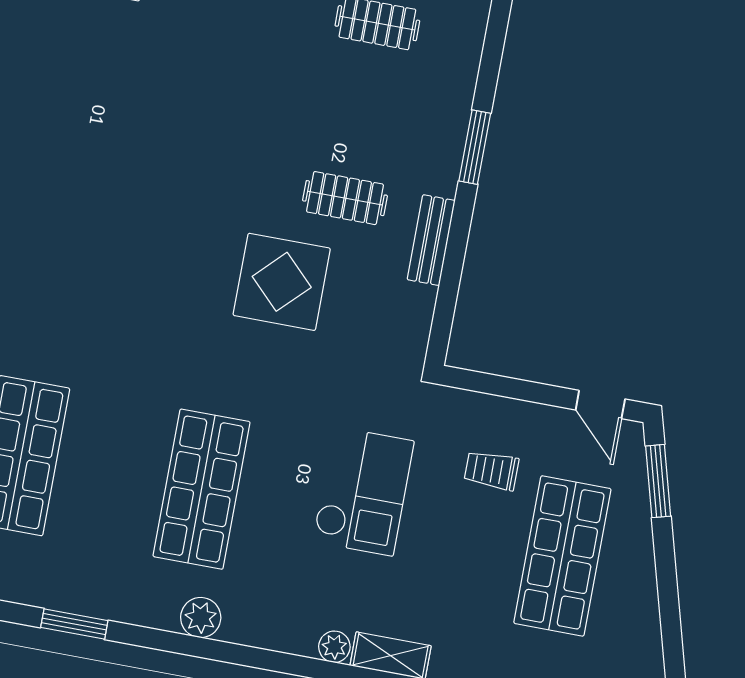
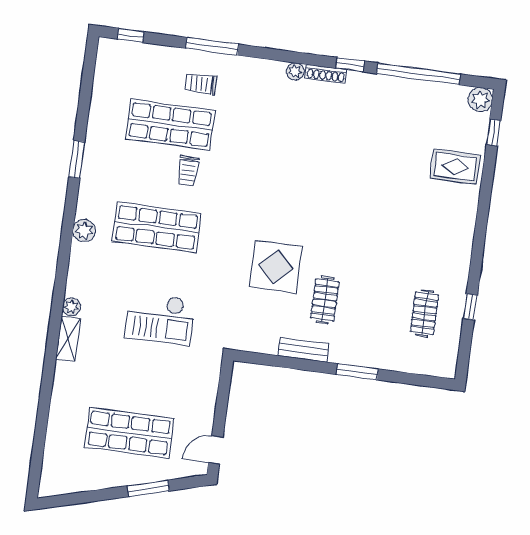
trolley: (491, 470) -> (188, 171), moved, turned 180
window: (658, 481) -> (148, 488), moved

